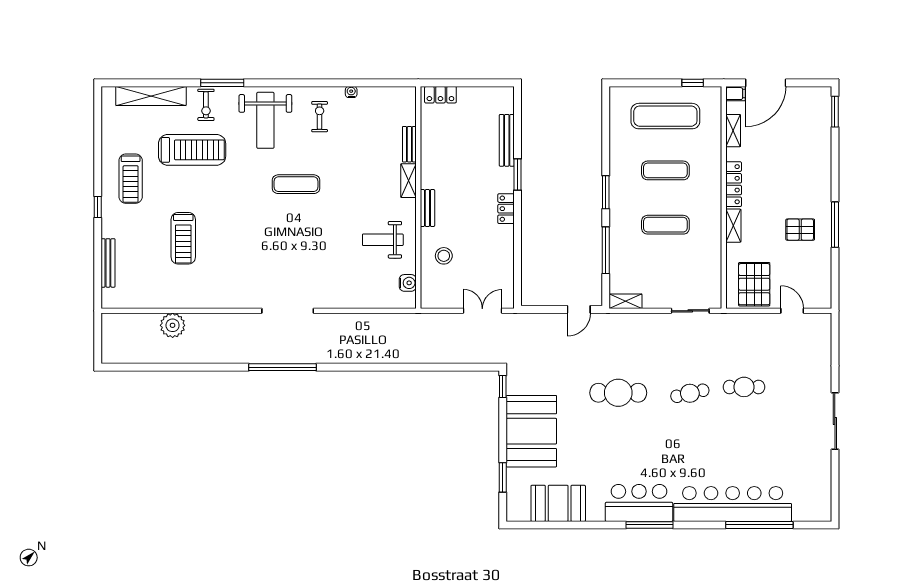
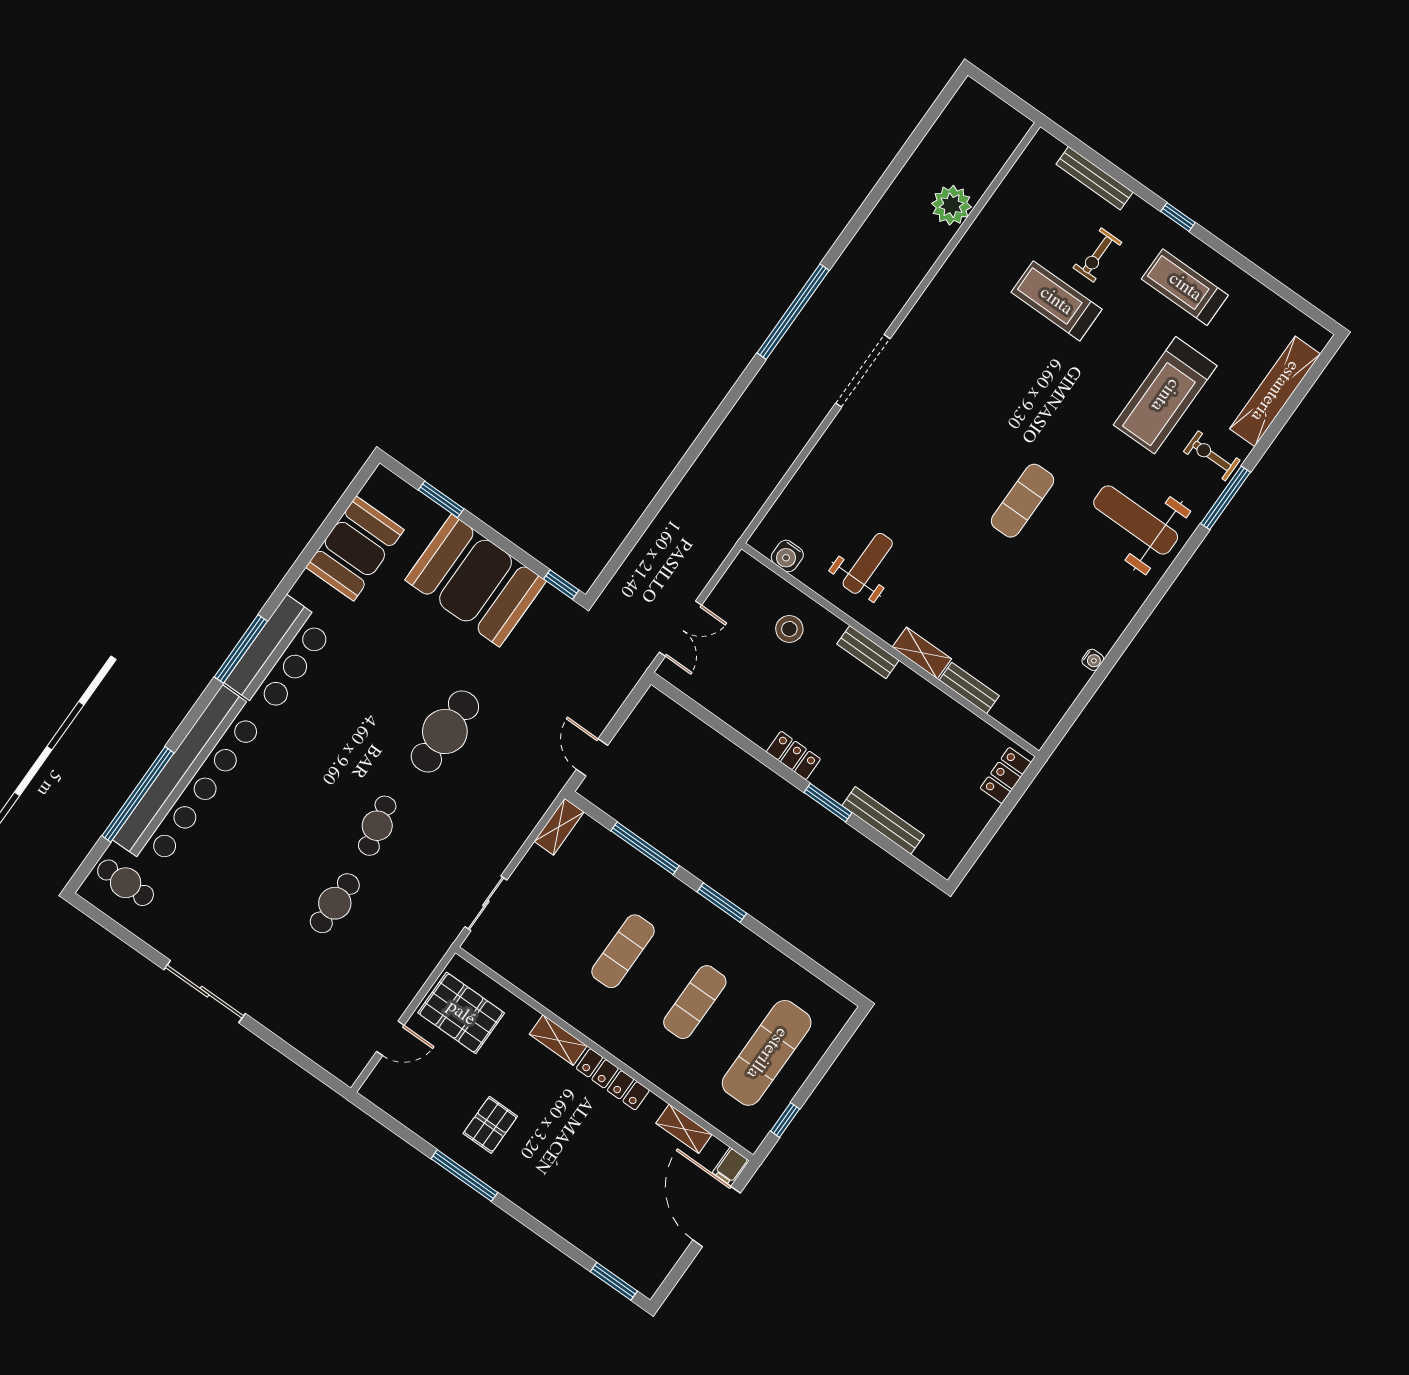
exercise bike: (320, 117) -> (1097, 255), moved, turned 90
cafe table: (808, 500) -> (126, 883), added

